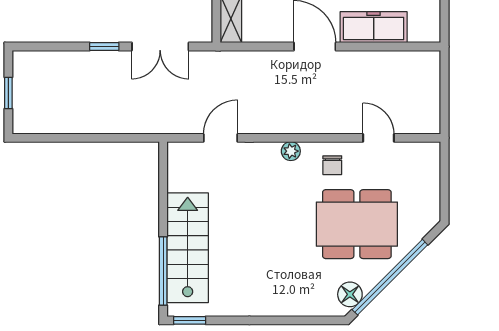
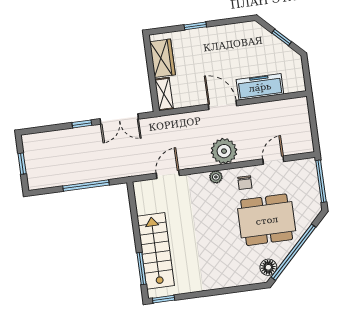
plant: (308, 115) -> (224, 151), added
window: (98, 138) -> (86, 185), added
door: (378, 138) -> (273, 160), hinge flipped
window: (445, 178) -> (321, 181), added
window: (163, 271) -> (141, 268), width x0.69

